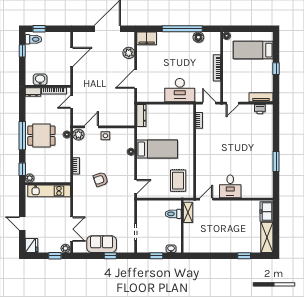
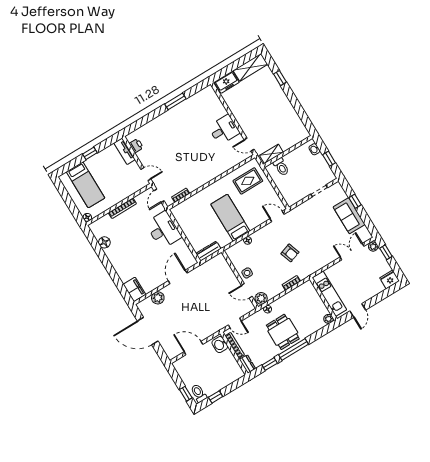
window: (182, 29) -> (106, 262), removed
washbasin: (40, 79) -> (220, 345), moved
door: (136, 79) -> (178, 277), swing flipped
window: (22, 169) -> (270, 364), moved
door: (22, 223) -> (358, 310), moved

